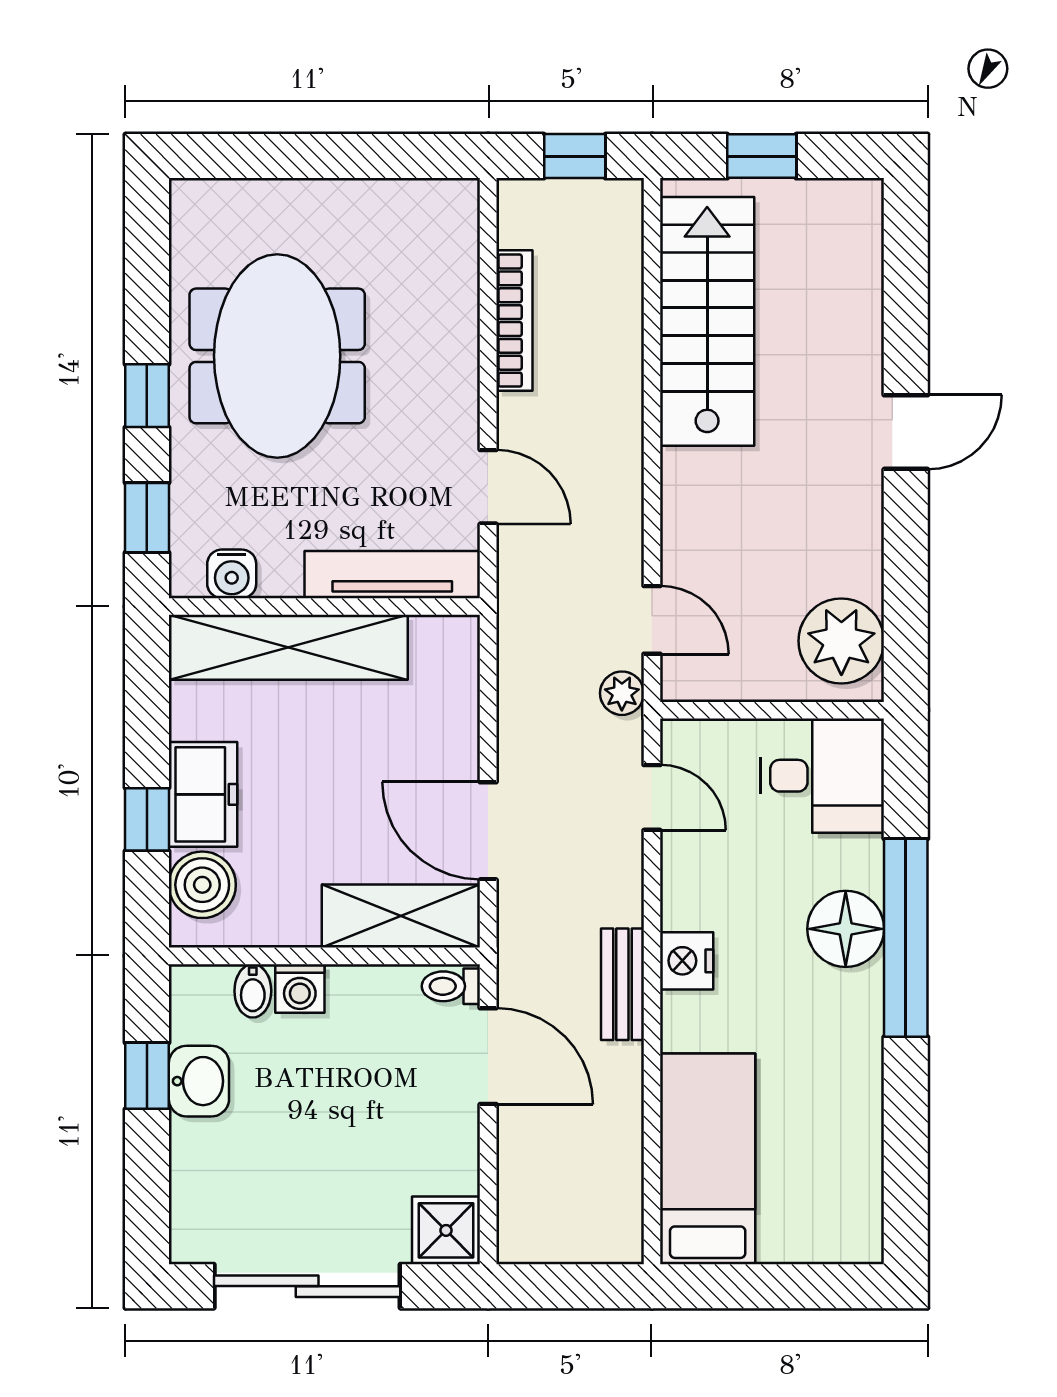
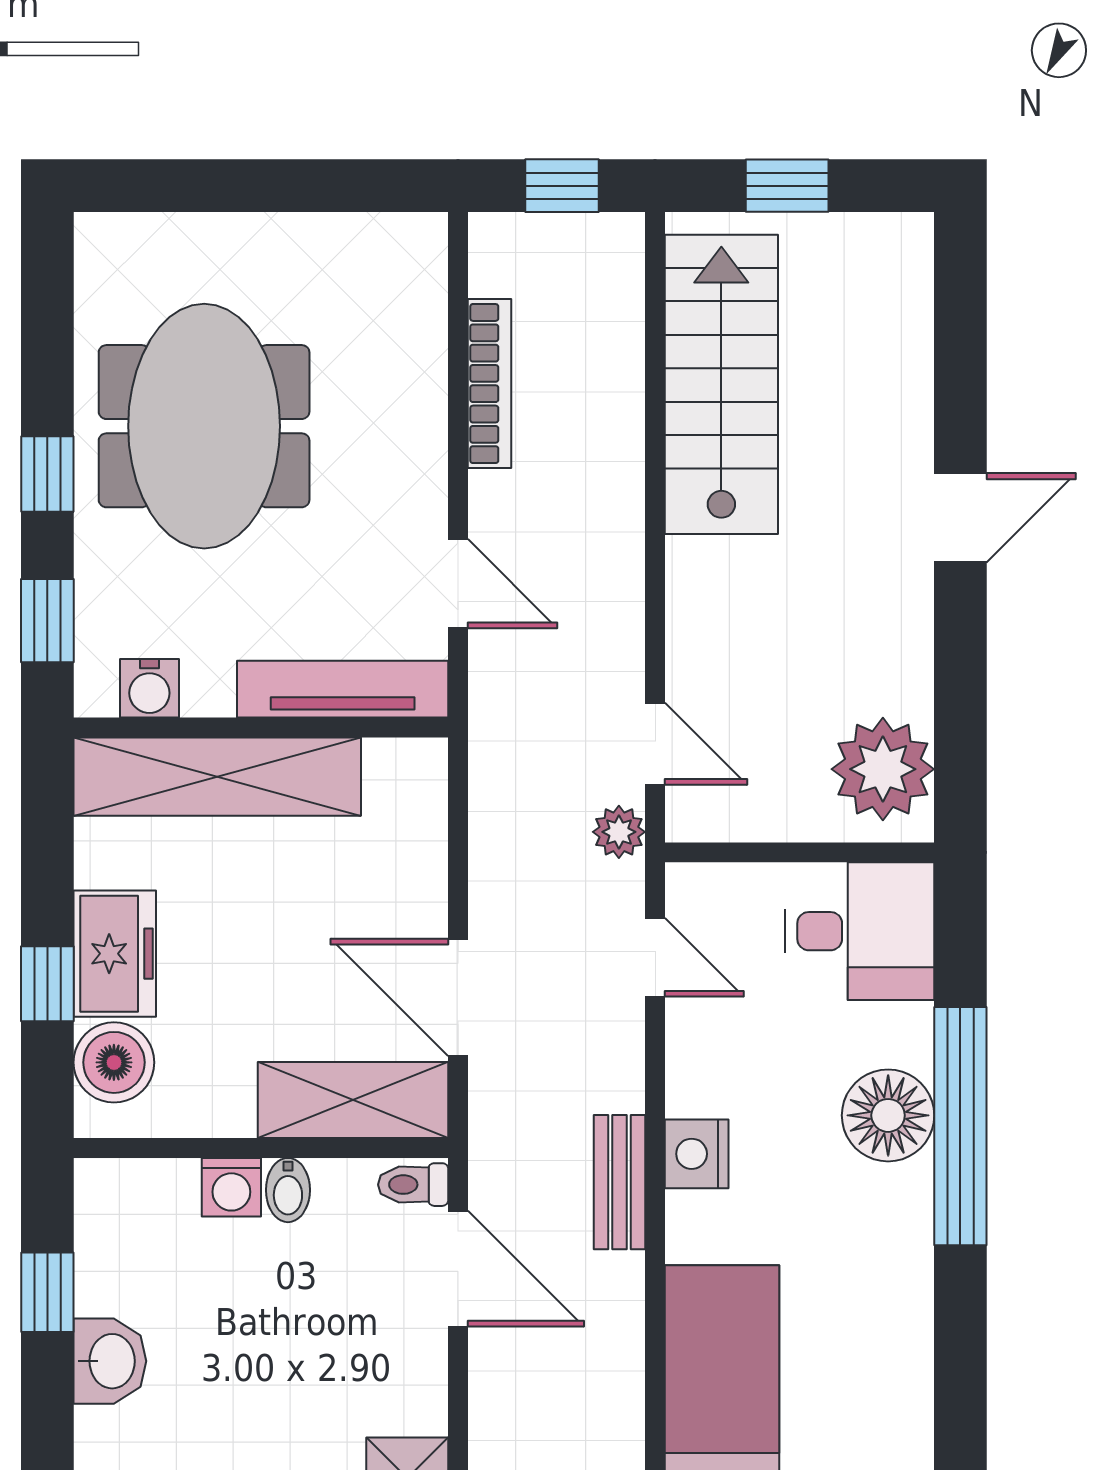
bidet: (253, 991) -> (288, 1190), moved
washbasin: (199, 1081) -> (110, 1361), moved

